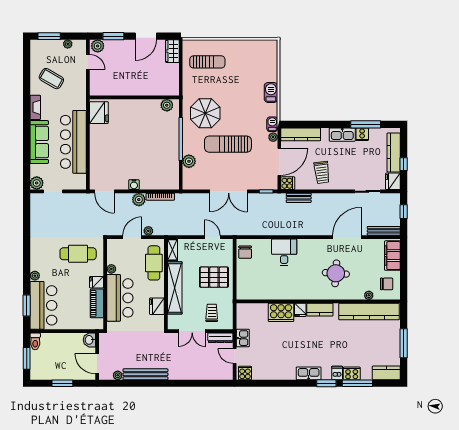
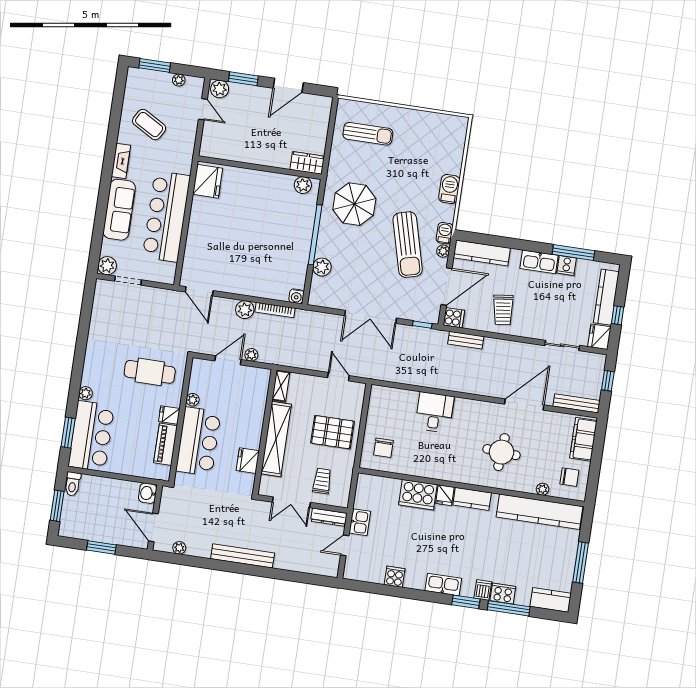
wardrobe: (172, 51) -> (307, 163), moved, turned 90
sun lounger: (228, 144) -> (408, 245), moved, turned -105
water cooler: (134, 185) -> (296, 296), moved
chair: (245, 252) -> (383, 448), moved
cafe table: (154, 263) -> (252, 400), removed
door: (235, 356) -> (345, 545), hinge flipped
cooker: (245, 373) -> (395, 577), moved
bench: (145, 374) -> (243, 556), moved

